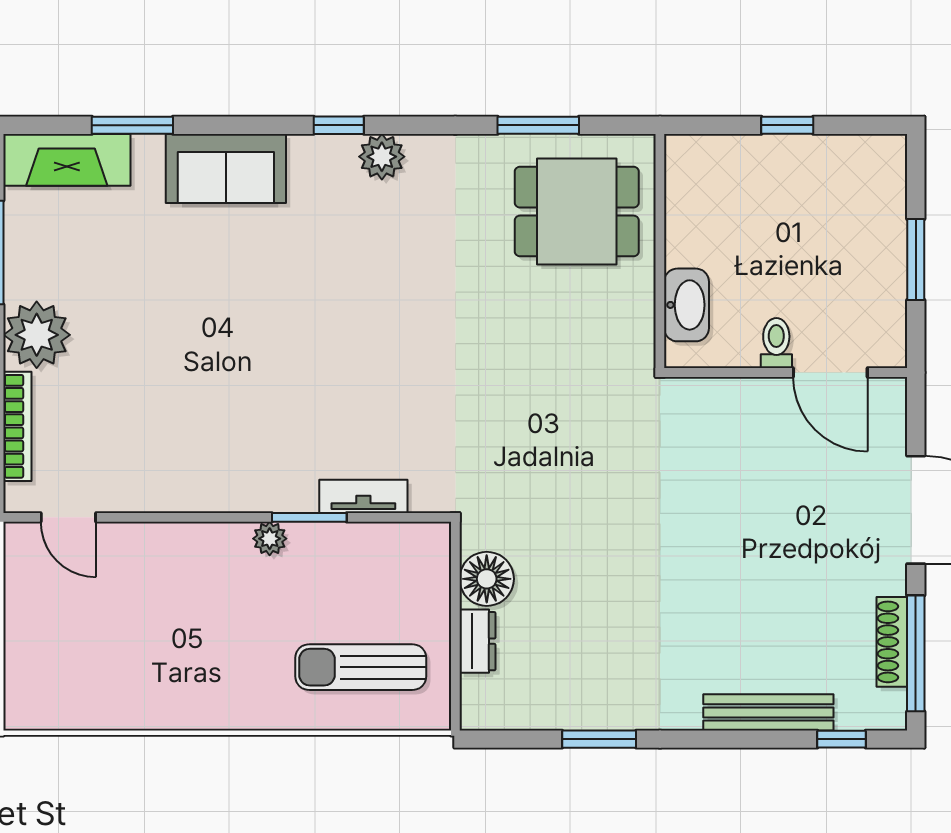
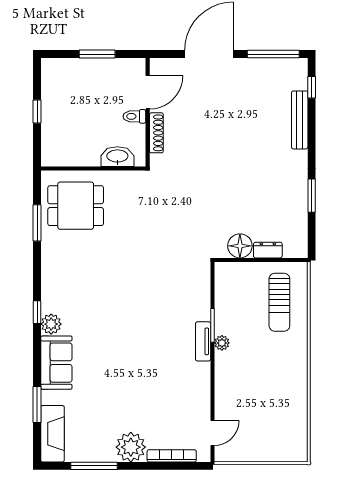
plant: (382, 157) -> (51, 324), moved
dining table: (577, 212) -> (76, 206), turned 90
tv unit: (363, 496) -> (203, 341), moved
shoe rack: (892, 642) -> (156, 133), moved, turned -90

